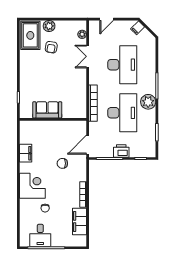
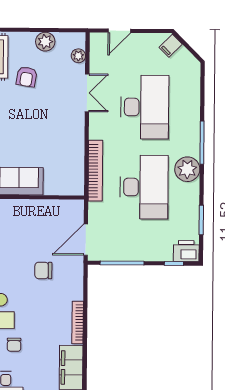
plant: (49, 26) -> (45, 42), moved
double door: (88, 56) -> (87, 93), swing flipped
printer: (121, 151) -> (186, 251), moved

